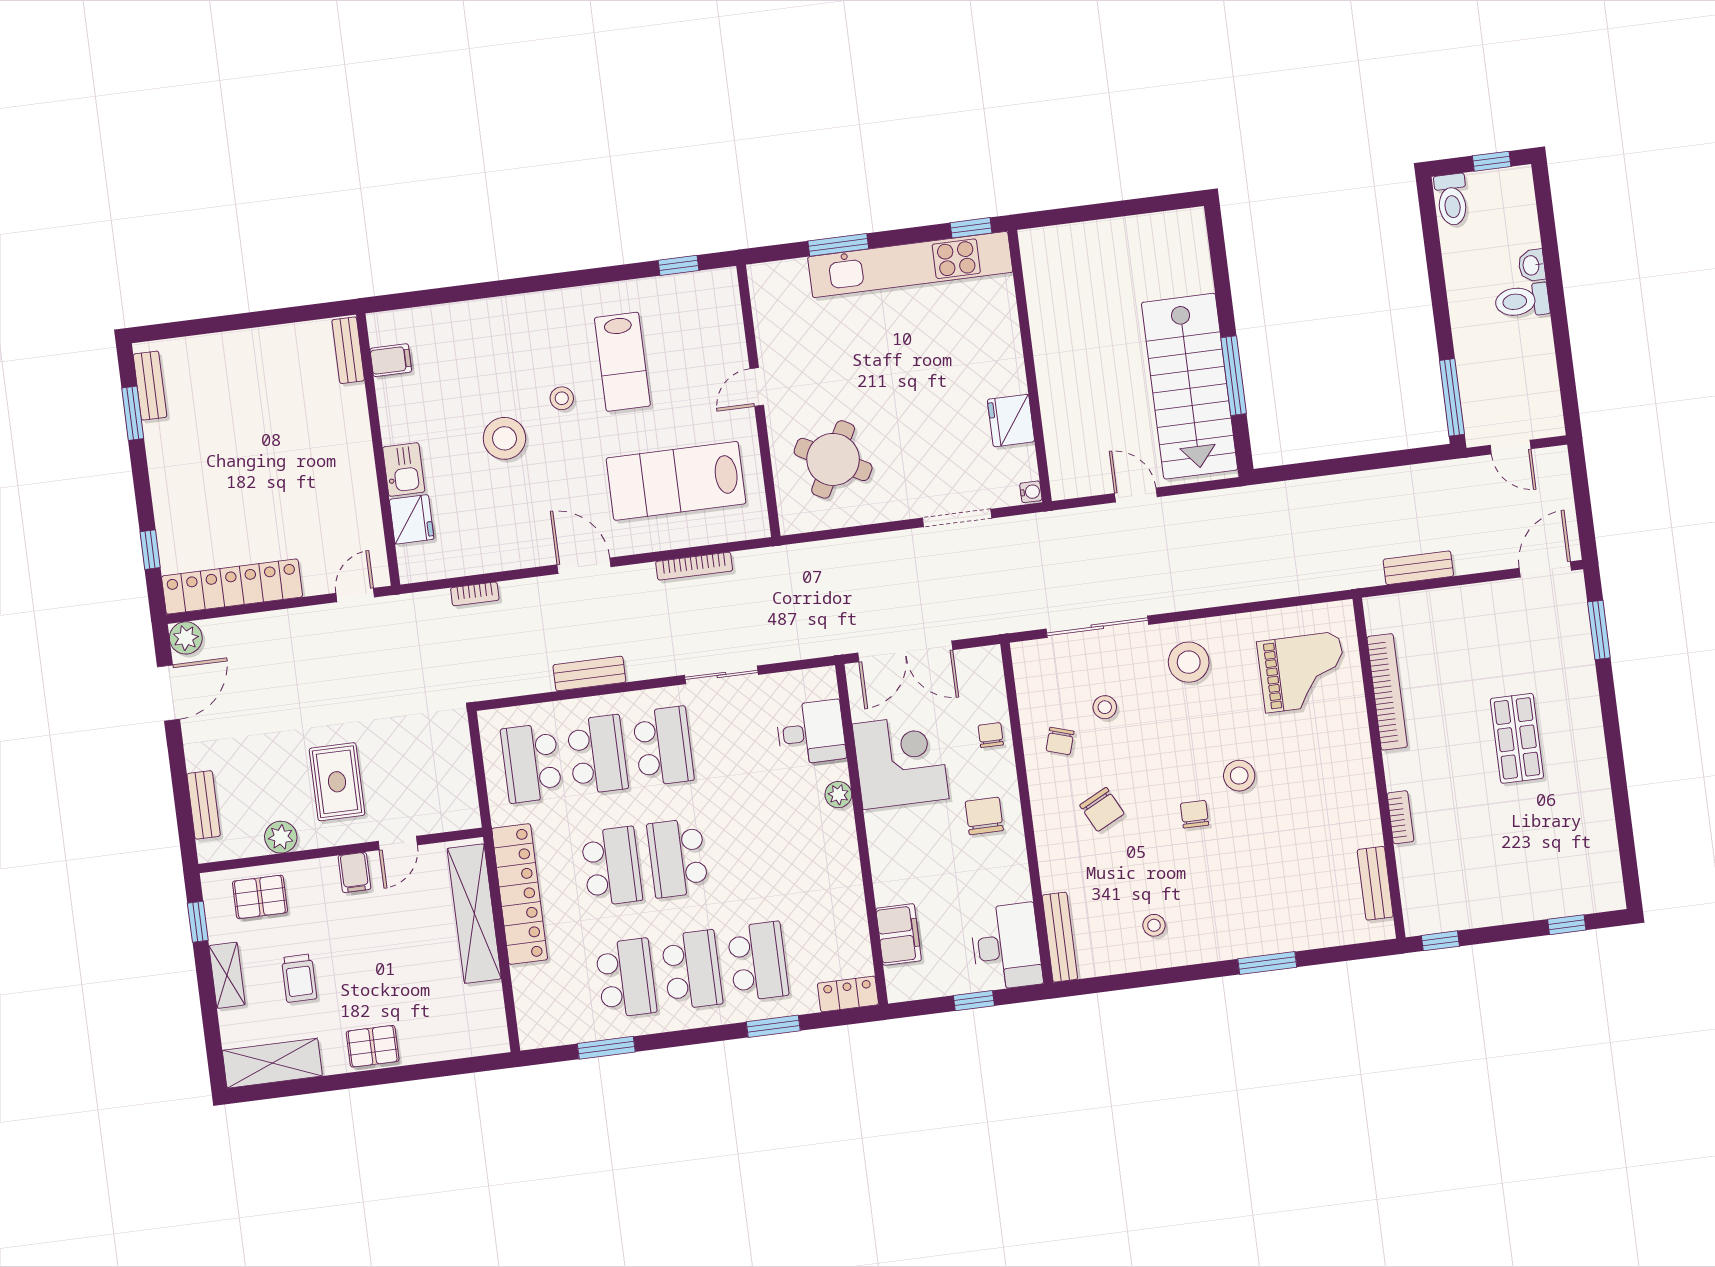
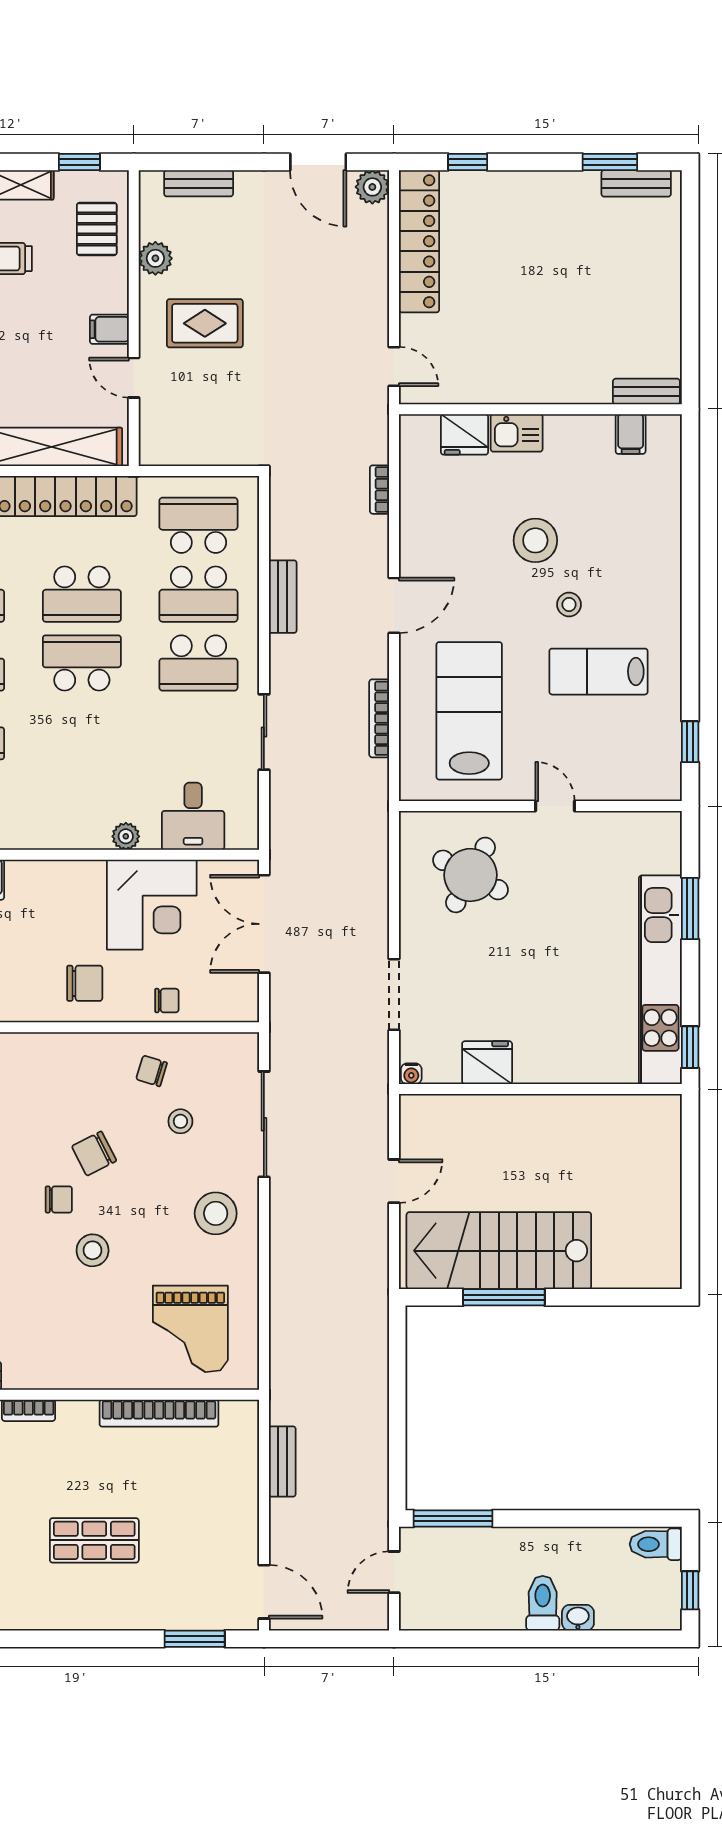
chair: (1102, 809) -> (94, 1154), moved

